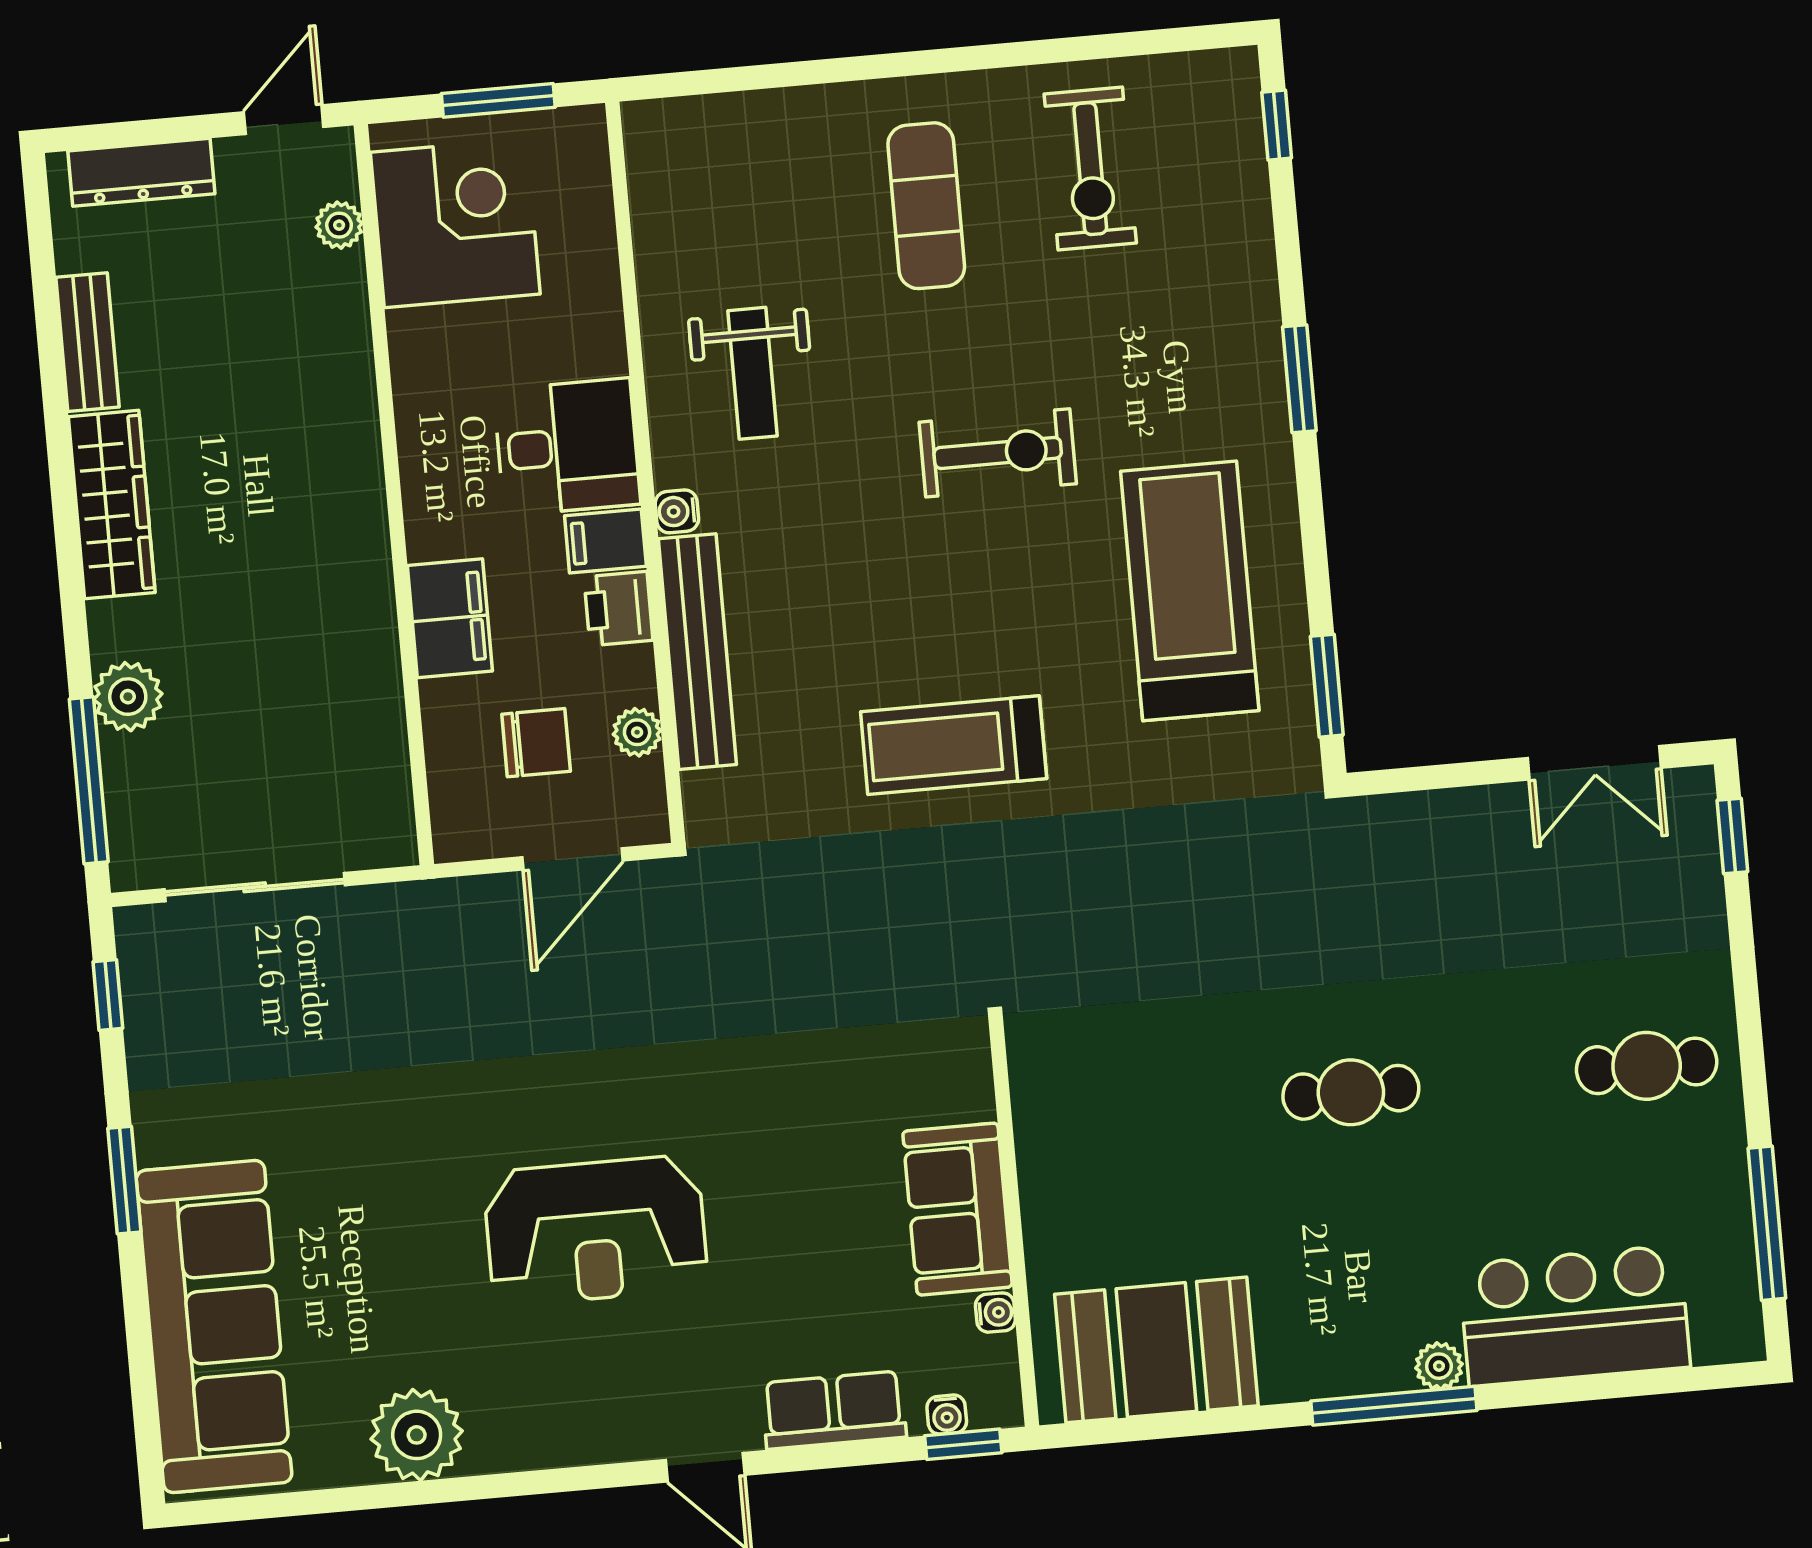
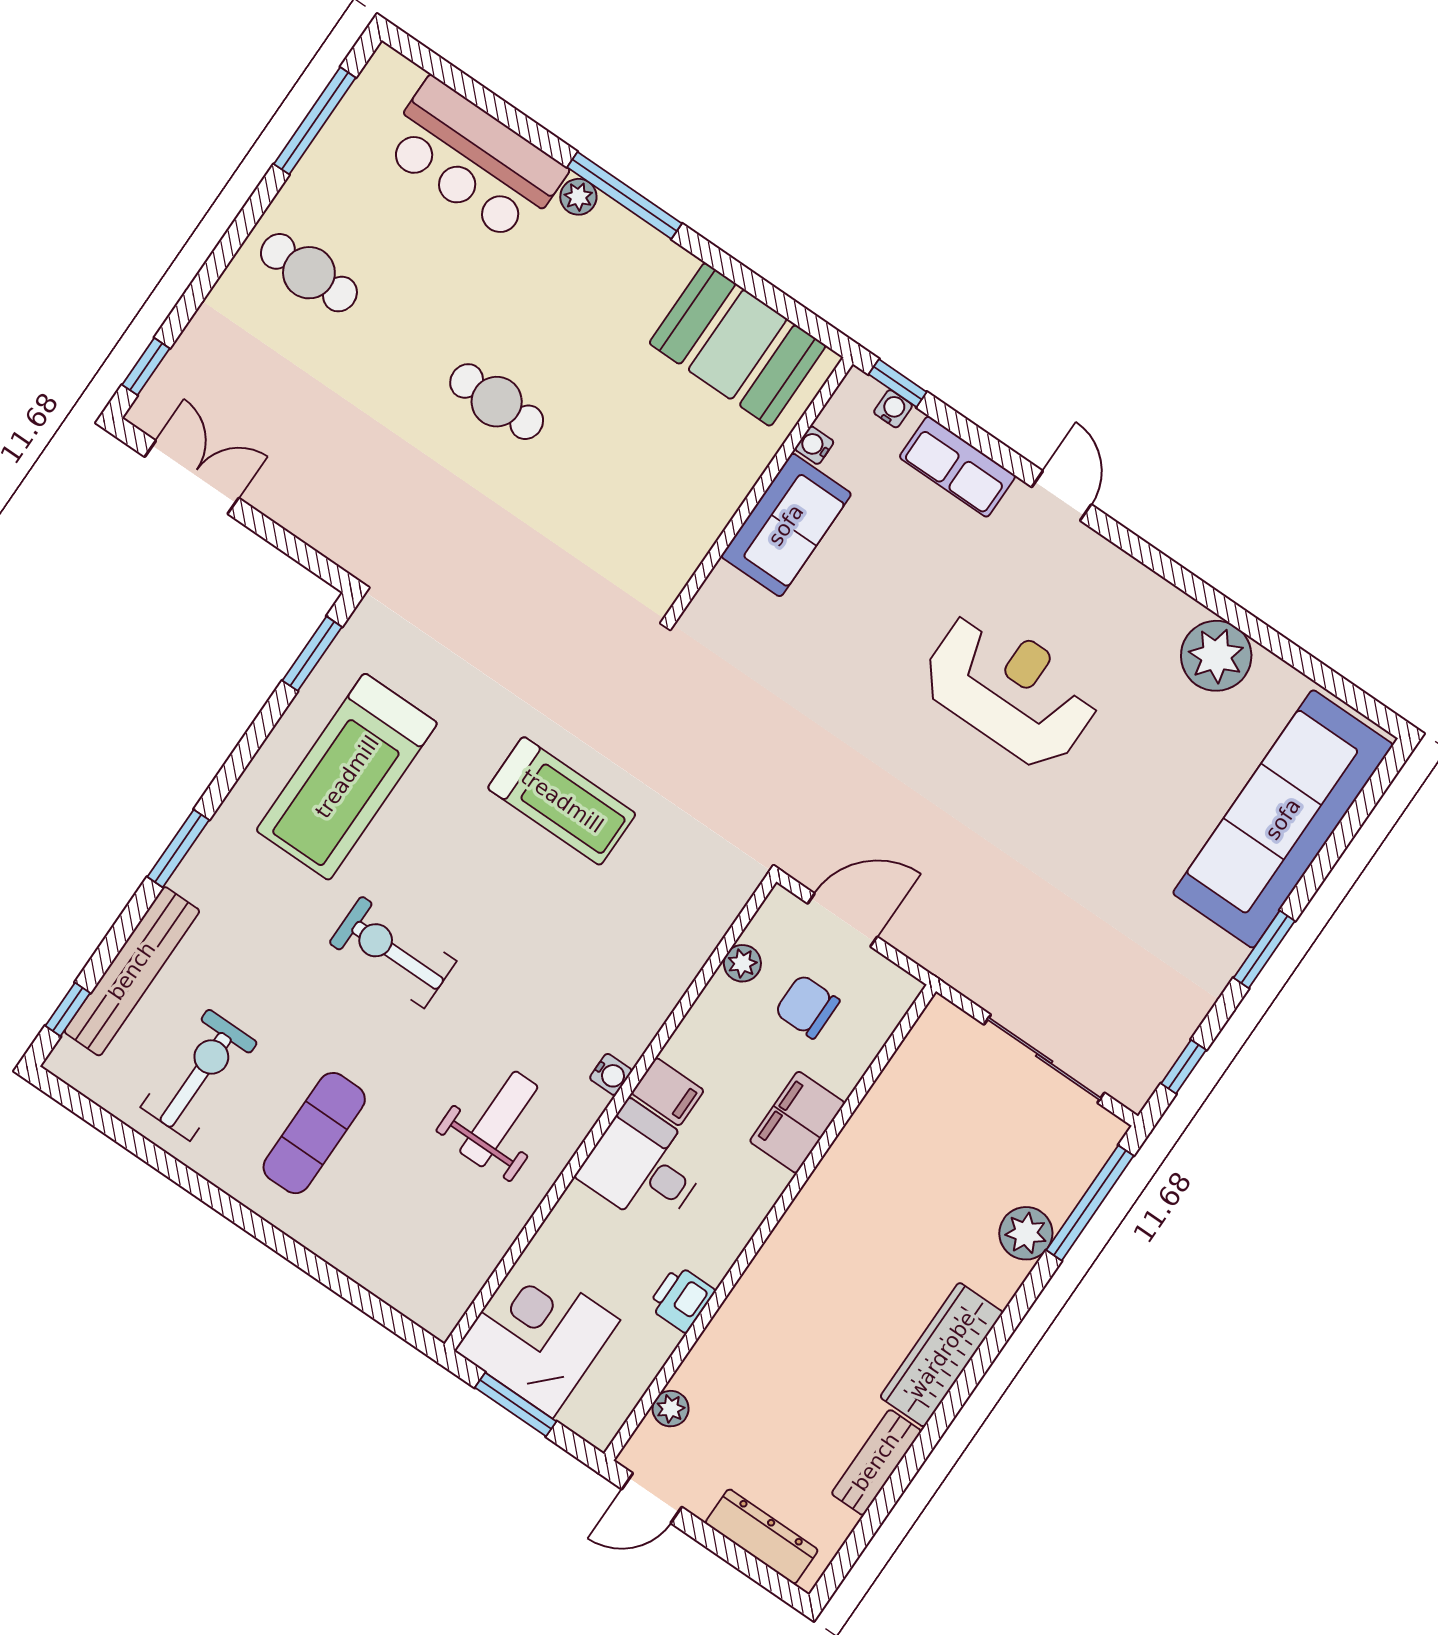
corner desk: (455, 223) -> (537, 1335), moved, turned 90
printer: (618, 609) -> (682, 1299), moved, turned 180
bench: (697, 652) -> (132, 971), moved

